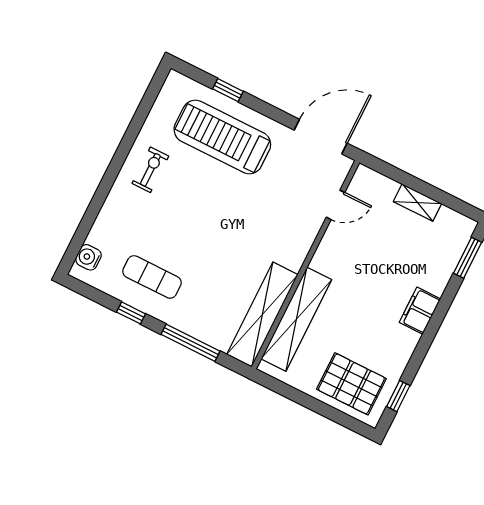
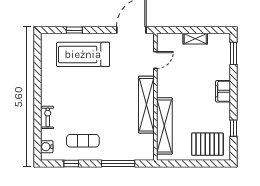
exercise bike: (150, 170) -> (48, 117), moved
window: (131, 313) -> (71, 164), moved
shelving: (262, 315) -> (146, 105), moved
window: (398, 396) -> (233, 128), moved

